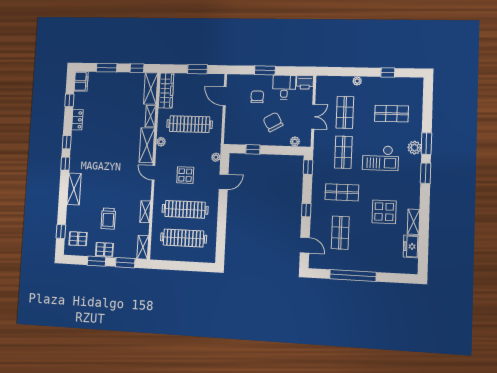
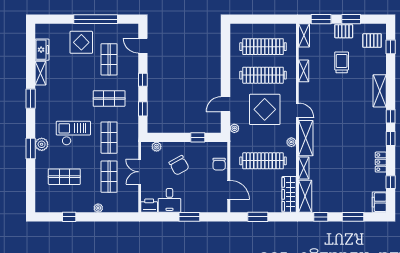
chair: (257, 97) -> (219, 164), moved
window: (308, 167) -> (143, 109), moved
window: (426, 173) -> (31, 99), moved
display table: (185, 175) -> (265, 109), width x1.86, depth x1.86
display table: (384, 212) -> (81, 42), moved

